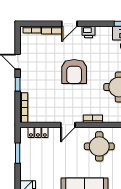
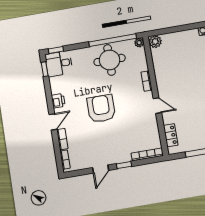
door: (69, 24) -> (53, 122), hinge flipped
armchair: (74, 72) -> (101, 109), turned -90
round table: (99, 146) -> (174, 70), removed

